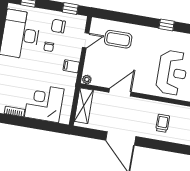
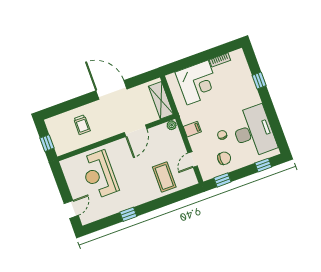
coffee table: (118, 39) -> (164, 177), turned 90

